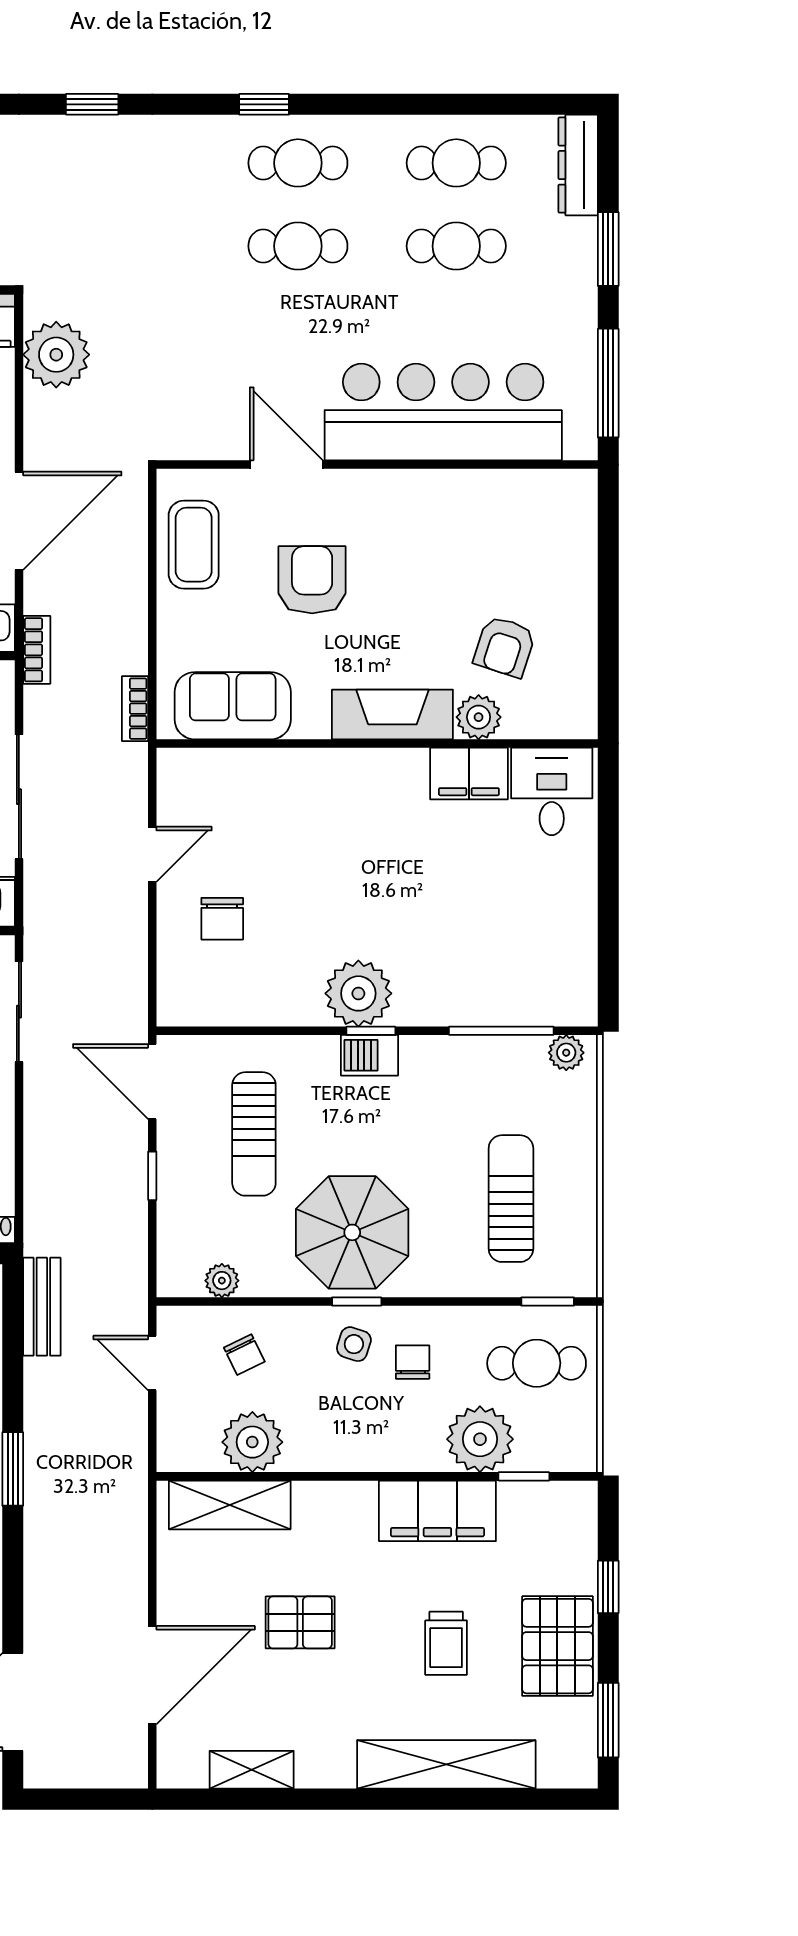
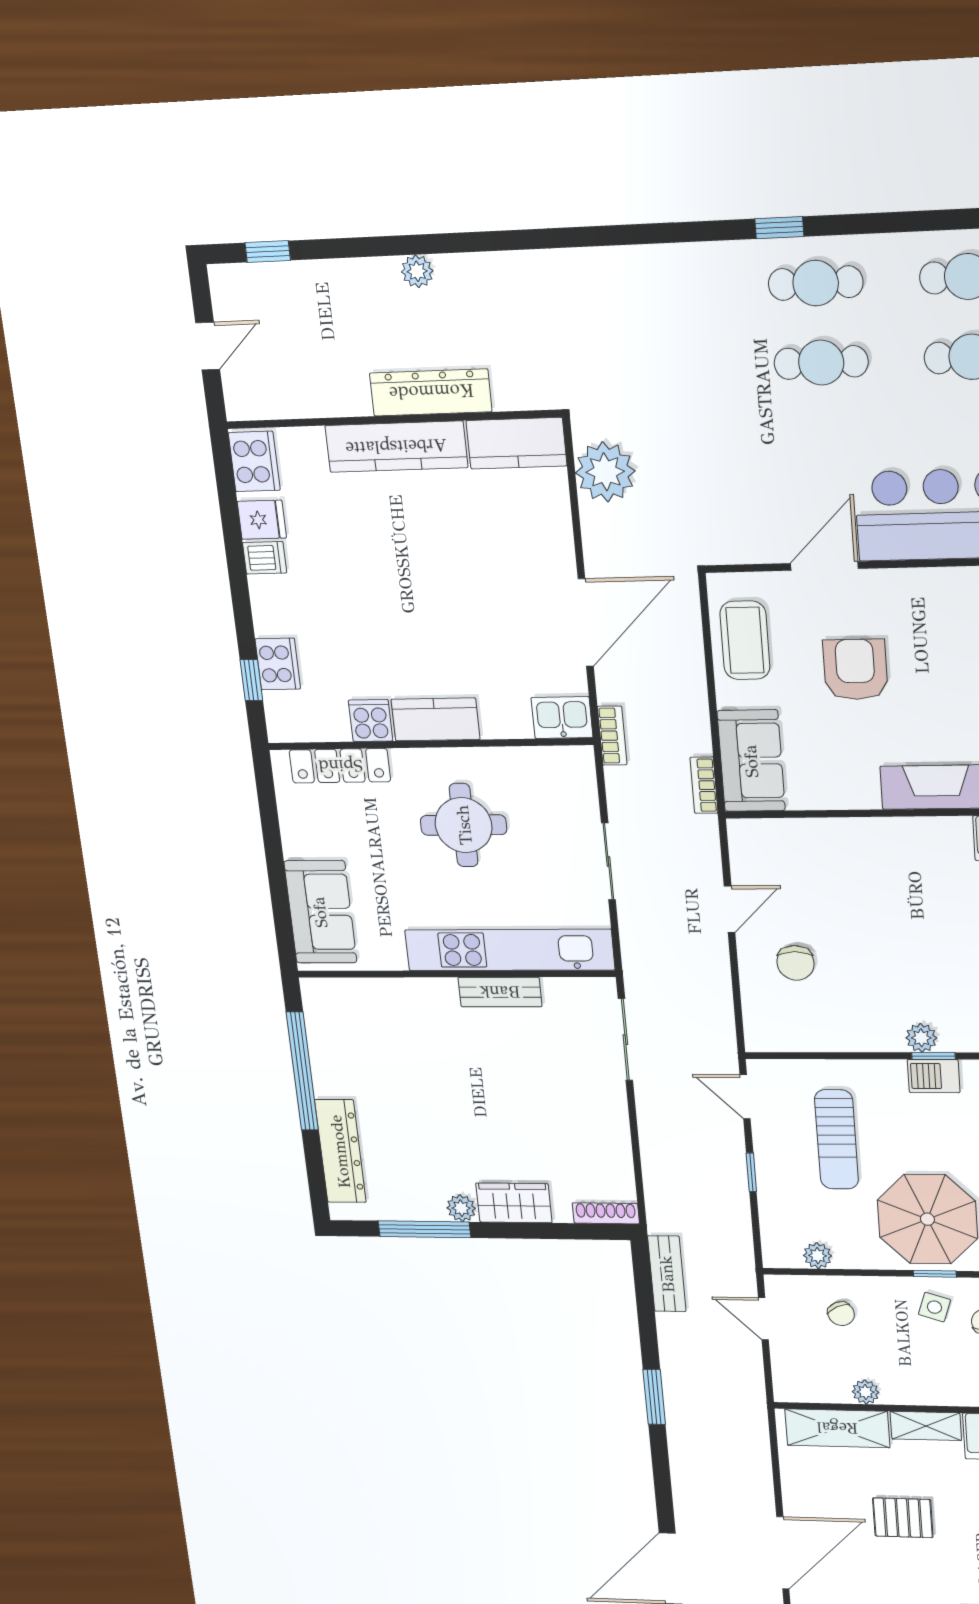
window: (92, 104) -> (617, 235), removed
door: (286, 465) -> (824, 566), hinge flipped
sofa: (233, 706) -> (751, 761), moved, turned 90
sliding door: (19, 797) -> (608, 862), width x0.73
plant: (358, 993) -> (921, 1038), width x0.53, depth x0.53
door: (152, 1082) -> (745, 1097), width x0.73
plant: (252, 1442) -> (866, 1392), width x0.53, depth x0.53
shelving: (335, 1499) -> (926, 1426), added

